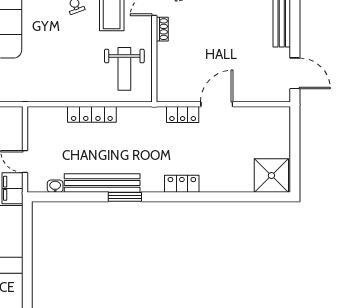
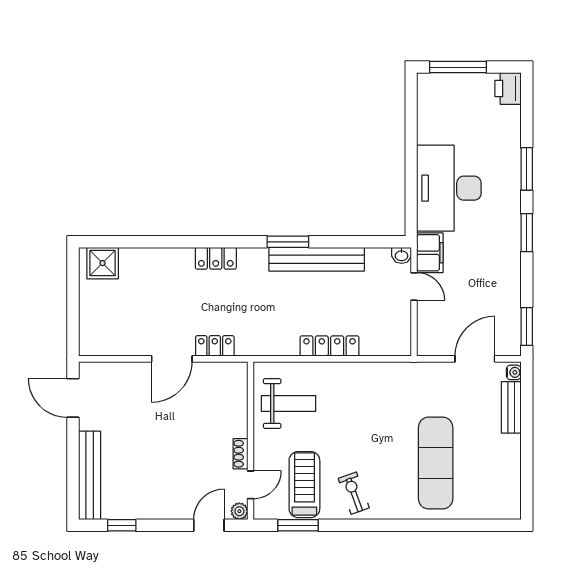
weight bench: (124, 69) -> (288, 404), turned 90
shower: (271, 176) -> (103, 263), width x0.73, depth x0.73
washbasin: (55, 186) -> (401, 255), moved

